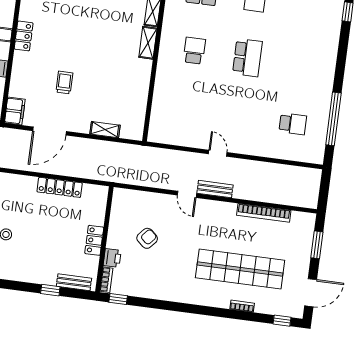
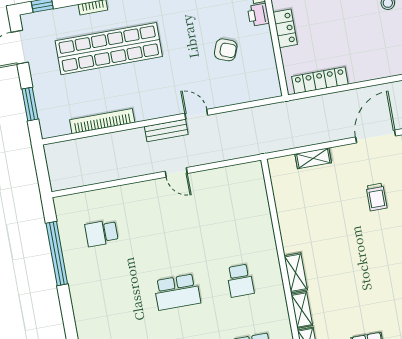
school desk: (247, 58) -> (177, 292), turned -90
locker: (60, 187) -> (320, 80), moved
armchair: (147, 238) -> (226, 50), turned -110

